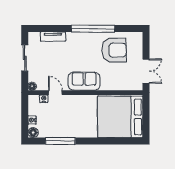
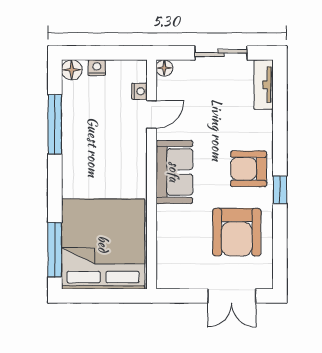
window: (93, 29) -> (280, 190), width x0.32
tv unit: (53, 37) -> (264, 85), moved
armchair: (83, 44) -> (249, 169), added
double door: (146, 71) -> (232, 296), moved
window: (123, 141) -> (55, 250), added

